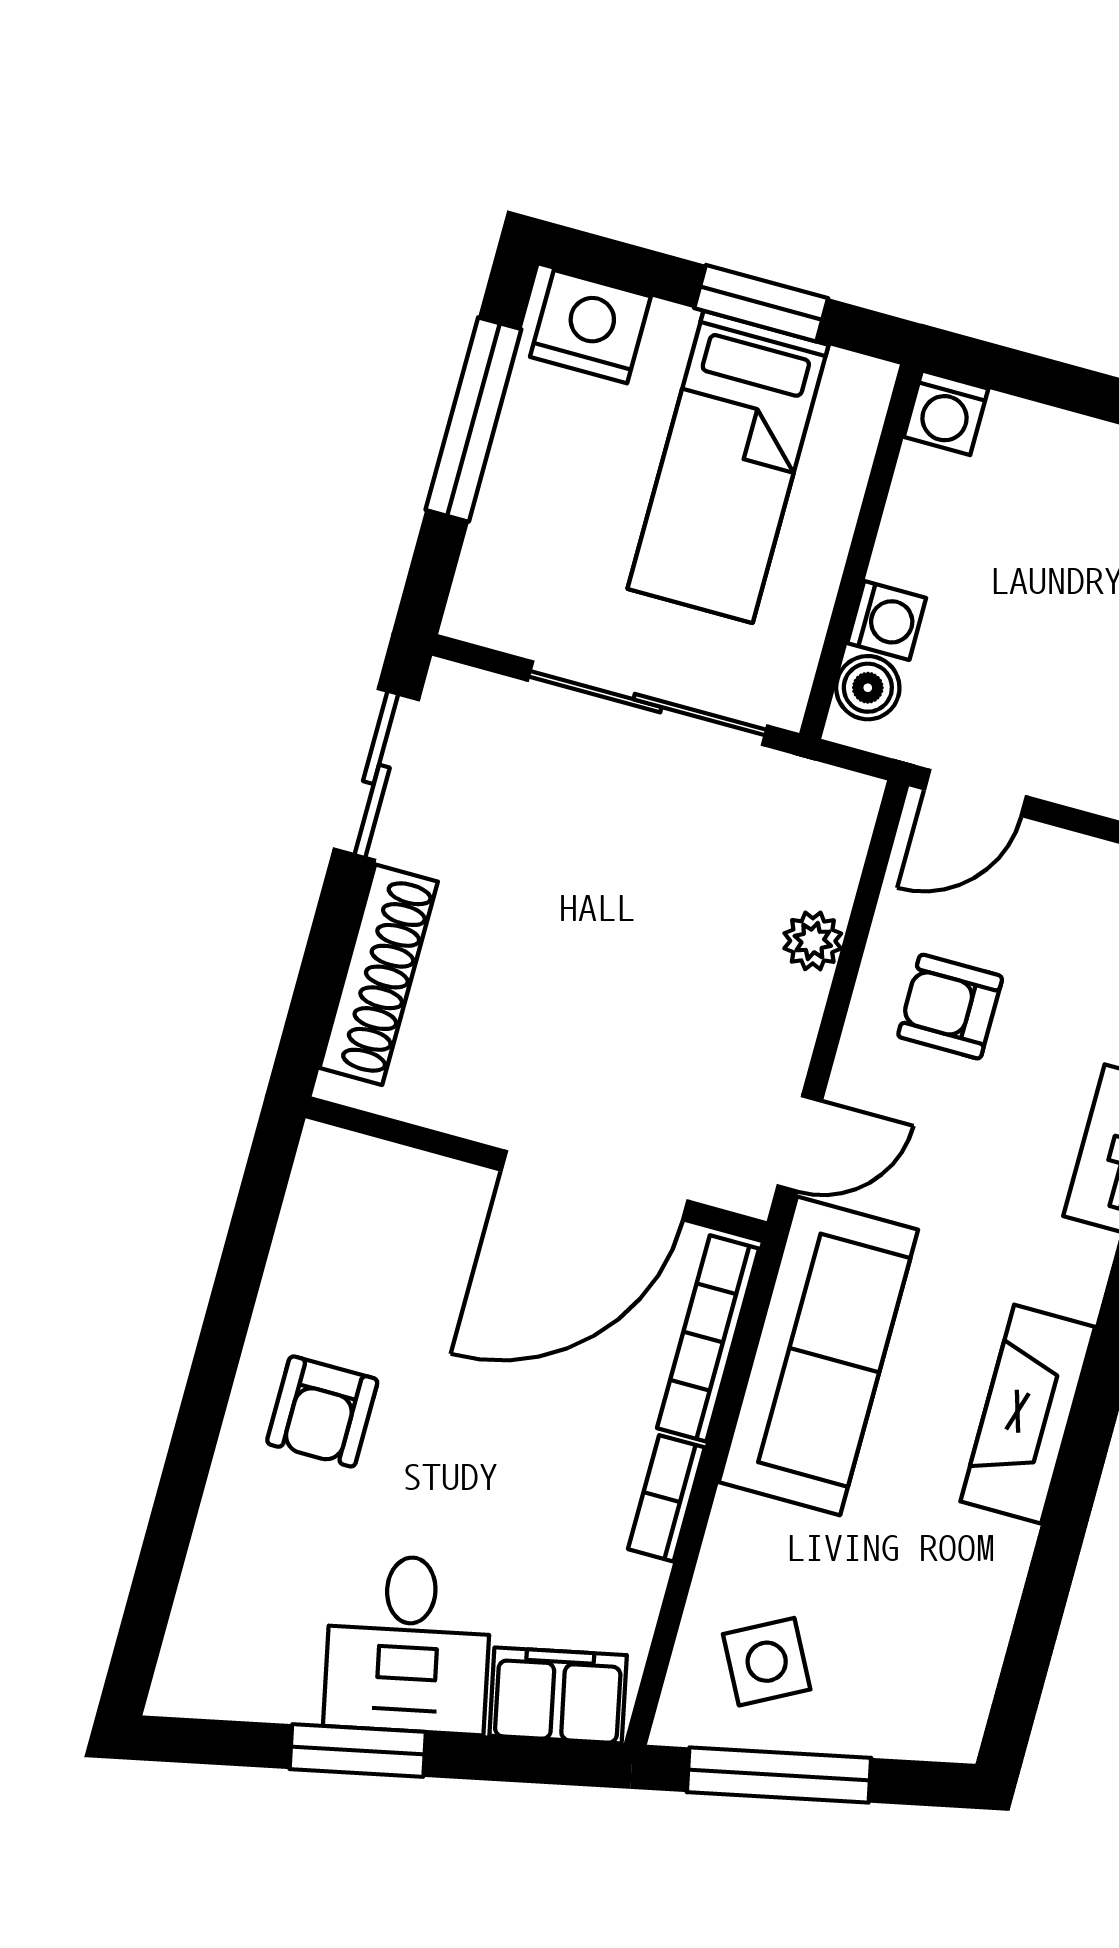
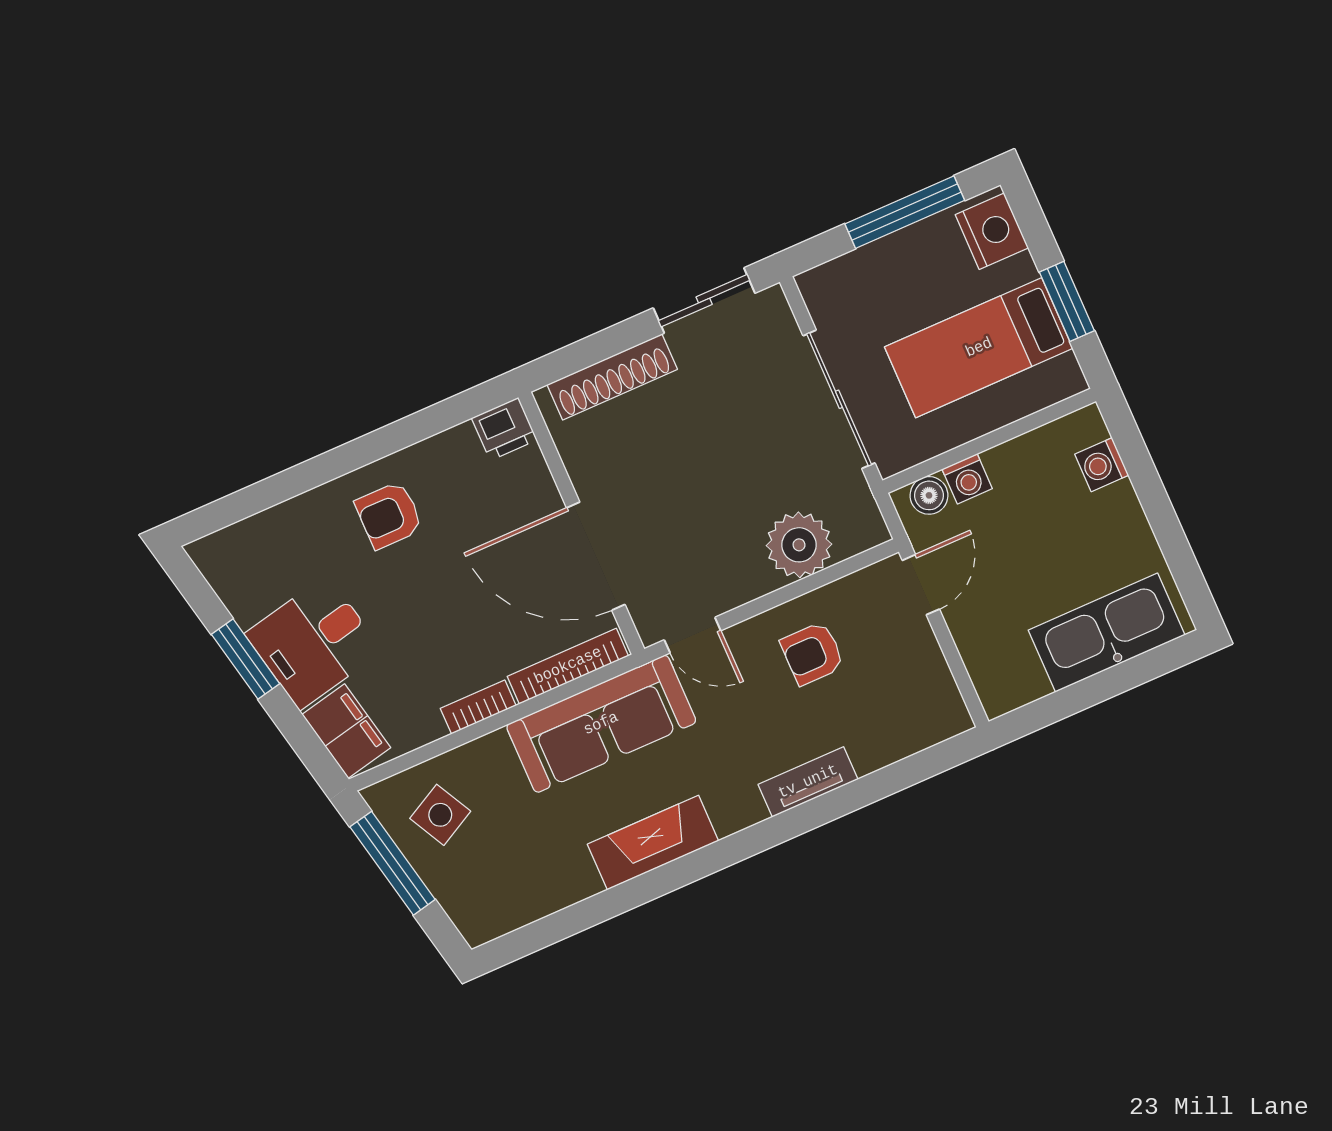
washing machine: (946, 413) -> (1102, 465), moved
door: (975, 793) -> (921, 585), swing flipped
plant: (813, 941) -> (799, 545), width x1.87, depth x1.87
armchair: (950, 1007) -> (812, 653), turned -90
printer: (332, 1170) -> (504, 429), added

